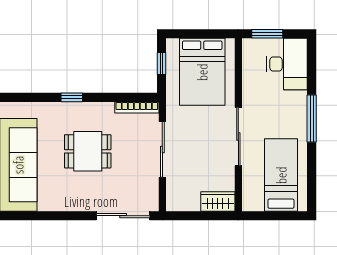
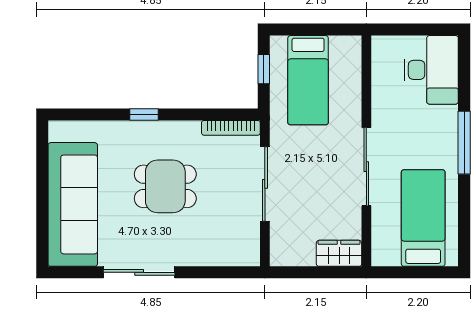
window: (267, 34) -> (405, 30), removed
bed: (202, 72) -> (308, 80), width x0.67
sliding door: (123, 216) -> (139, 272), moved

